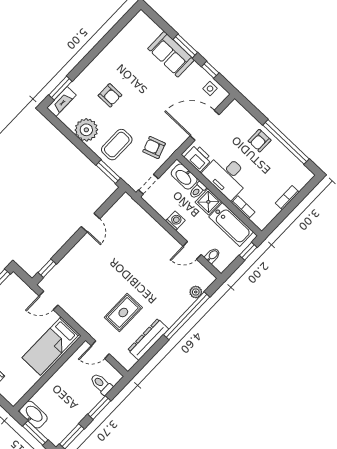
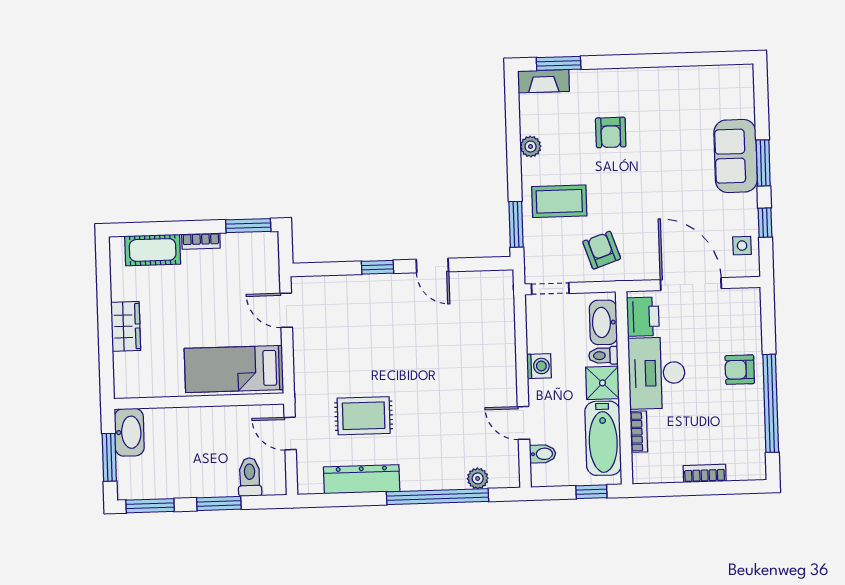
plant: (86, 130) -> (531, 147), width x0.53, depth x0.53
door: (91, 223) -> (432, 266), hinge flipped
window: (47, 268) -> (377, 267), moved

